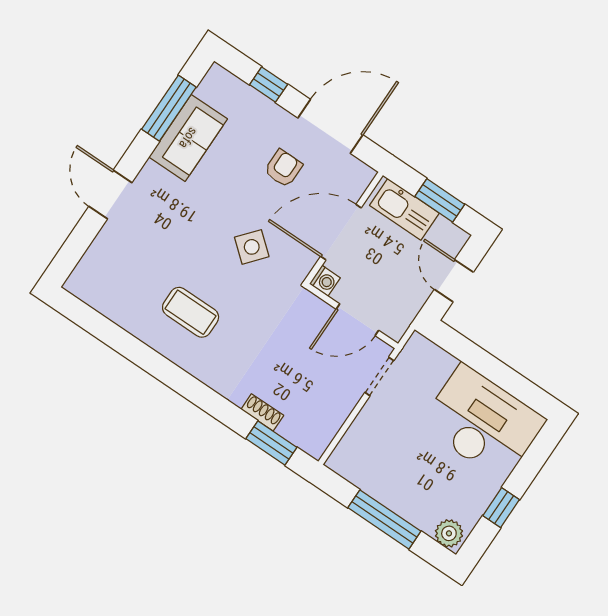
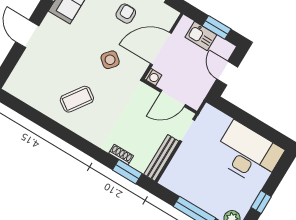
kitchen sink: (404, 209) -> (201, 36), width x0.73
coffee table: (191, 312) -> (77, 99), turned -55
bench: (332, 422) -> (161, 158), added

